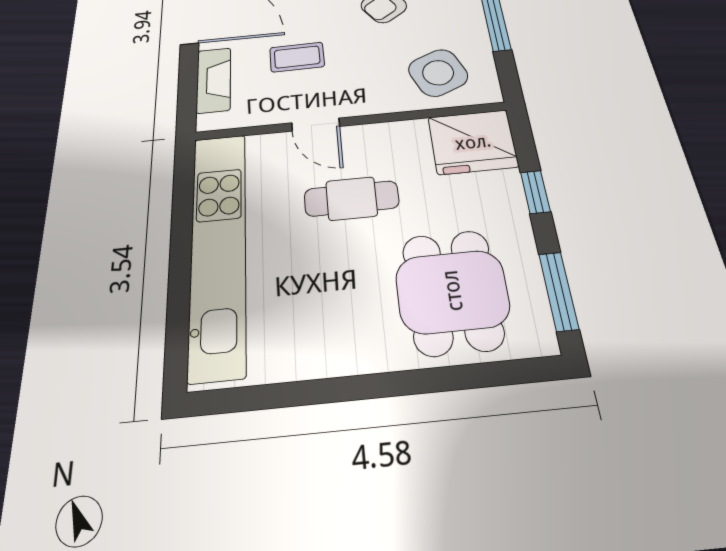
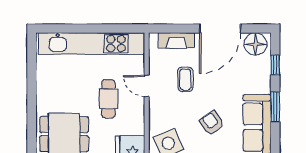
door: (316, 125) -> (147, 86), hinge flipped

